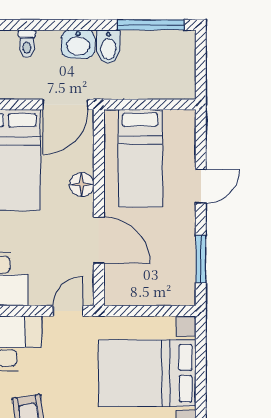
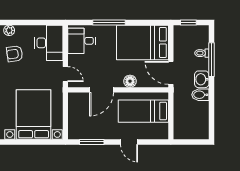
window: (151, 25) -> (212, 60), moved

